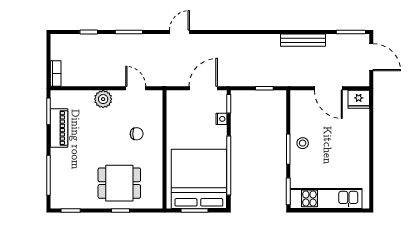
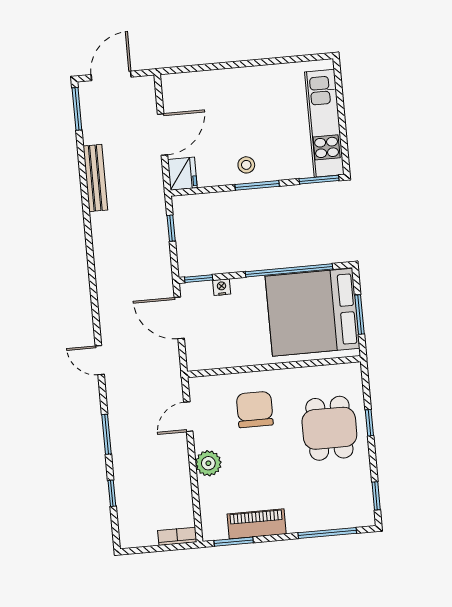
fridge: (359, 99) -> (182, 174), moved
chair: (137, 134) -> (255, 410), width x1.87, depth x1.87

